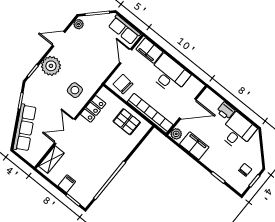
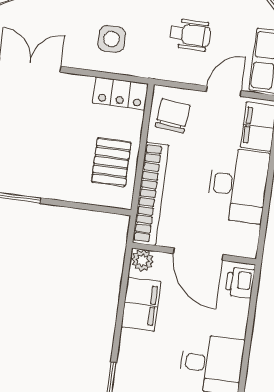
wheelchair: (93, 56) -> (190, 35), added
locker: (93, 109) -> (120, 93), moved
printer: (226, 111) -> (240, 283), moved

